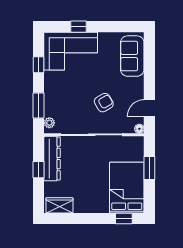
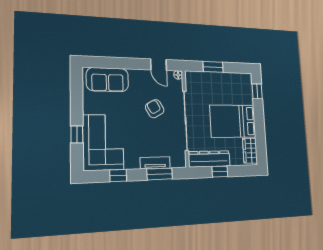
tv unit: (50, 101) -> (155, 163), added
plant: (49, 123) -> (176, 162), removed
bed: (127, 188) -> (233, 121), moved

